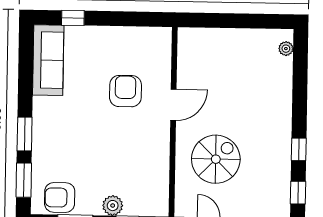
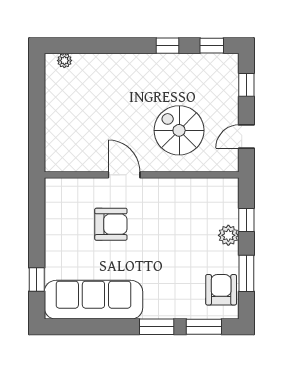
sofa: (48, 60) -> (93, 300), width x1.36, depth x1.27
armchair: (125, 91) -> (111, 224), turned 180
armchair: (60, 197) -> (221, 290), turned 180

